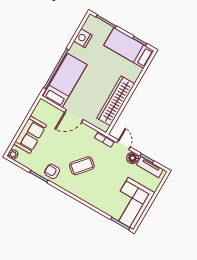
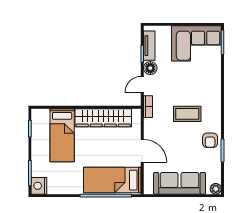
nightstand: (83, 38) -> (39, 186), moved, turned 90
bed: (129, 48) -> (62, 135), moved
sofa: (30, 135) -> (179, 183), width x1.36
coffee table: (82, 166) -> (187, 114), turned -41

